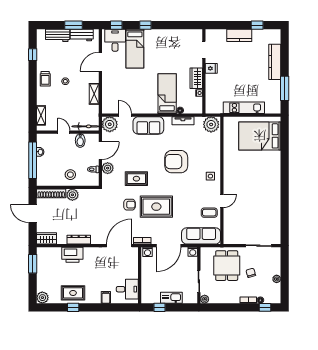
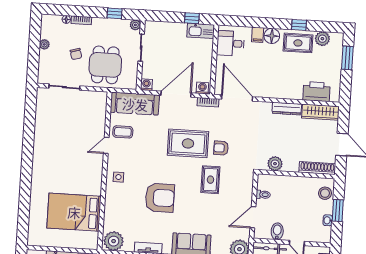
bed: (260, 136) -> (74, 212), moved, turned 180
window: (33, 160) -> (338, 211), width x0.47
plant: (108, 168) -> (245, 195), removed
stool: (70, 175) -> (325, 193), moved
rug: (136, 179) -> (210, 180), turned 90
plant: (72, 195) -> (275, 164), moved
wardrobe: (46, 238) -> (320, 112), width x1.50
door: (119, 246) -> (237, 98), swing flipped
printer: (72, 255) -> (316, 92), moved
window: (33, 264) -> (347, 58), moved
floor lamp: (94, 297) -> (272, 36), added
plant: (42, 298) -> (322, 39), moved
kitchen sink: (171, 298) -> (201, 31), moved
window: (265, 307) -> (115, 13), moved

